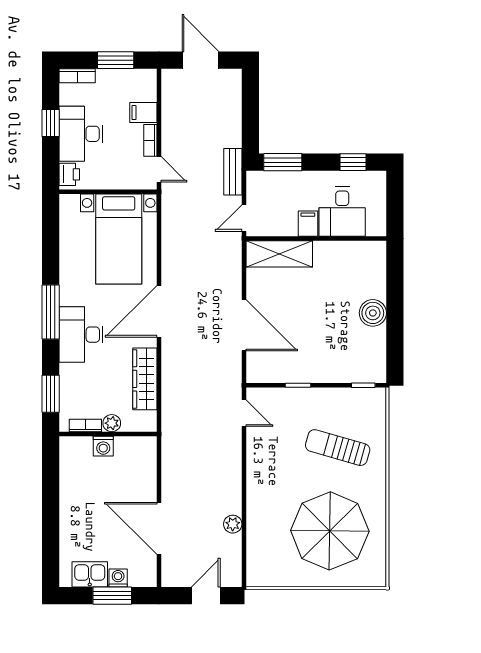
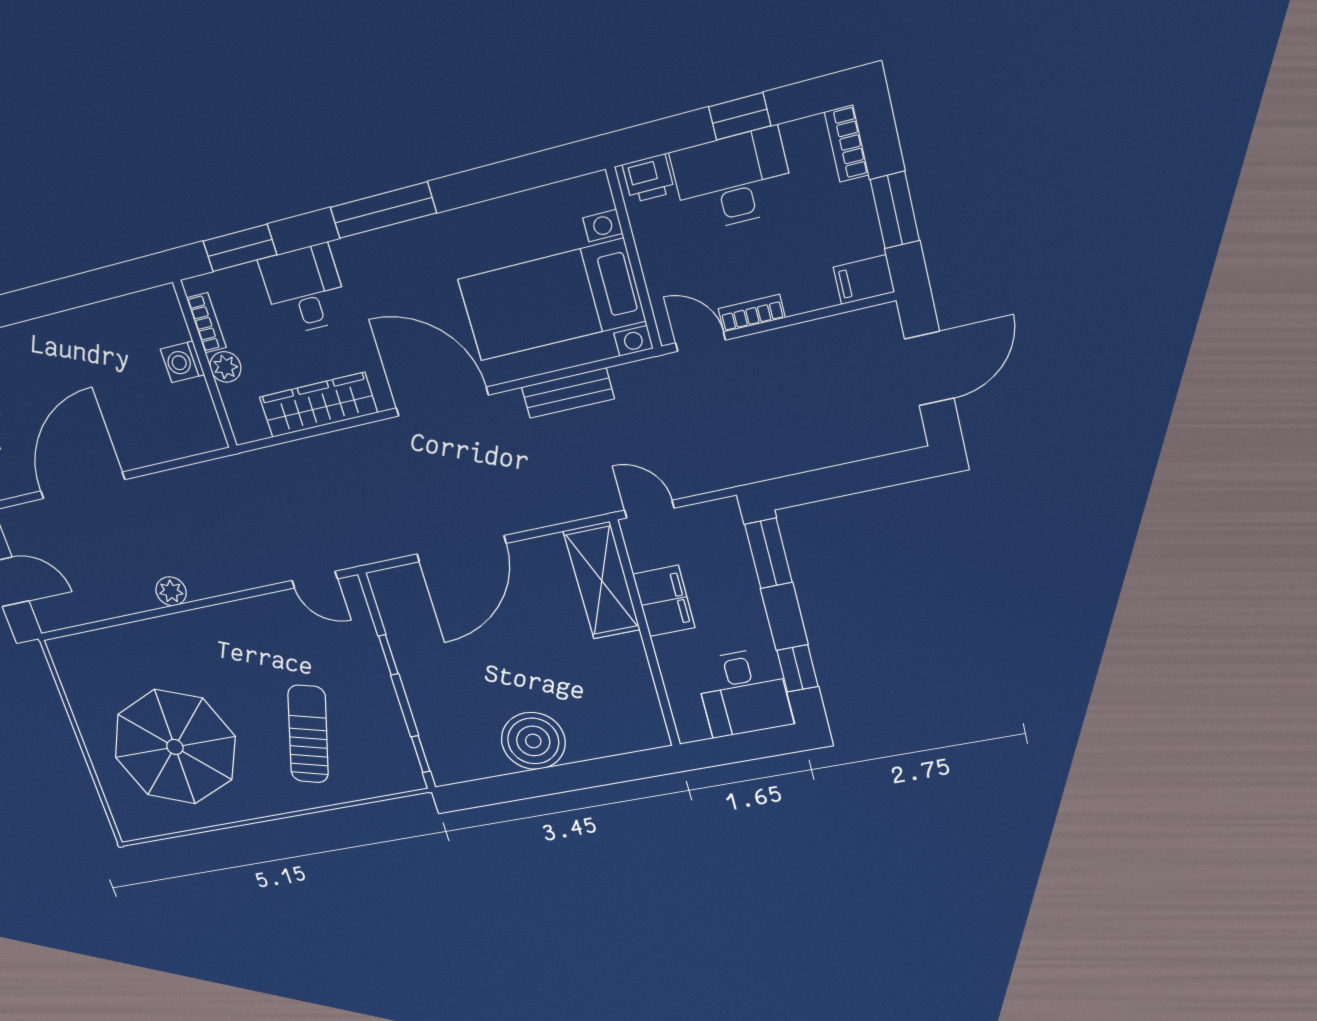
filing cabinet: (143, 112) -> (864, 280), moved, turned -90
door: (159, 169) -> (700, 342), swing flipped
bench: (233, 172) -> (568, 393), moved
desk: (342, 212) -> (743, 693), moved, turned -90
filing cabinet: (308, 224) -> (664, 601), width x2.00
boiler: (373, 313) -> (533, 741), width x1.37, depth x1.37
desk: (81, 335) -> (304, 289), moved, width x0.73
door: (244, 413) -> (315, 580), hinge flipped
plant: (233, 524) -> (171, 591), moved

